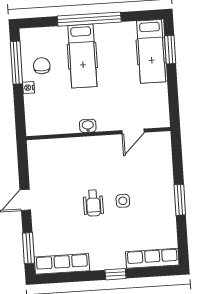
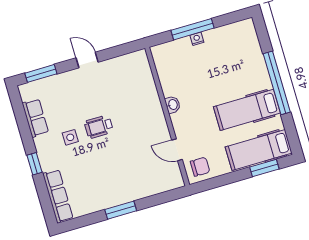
hospital bed: (82, 56) -> (247, 110), moved
window: (16, 63) -> (193, 29), moved
chair: (42, 66) -> (200, 167), moved
side table: (123, 201) -> (70, 137), moved
row of seats: (62, 264) -> (35, 118), width x0.68

